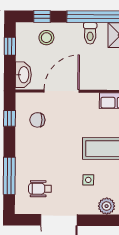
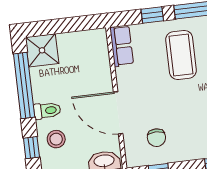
toilet: (90, 33) -> (47, 111), moved

